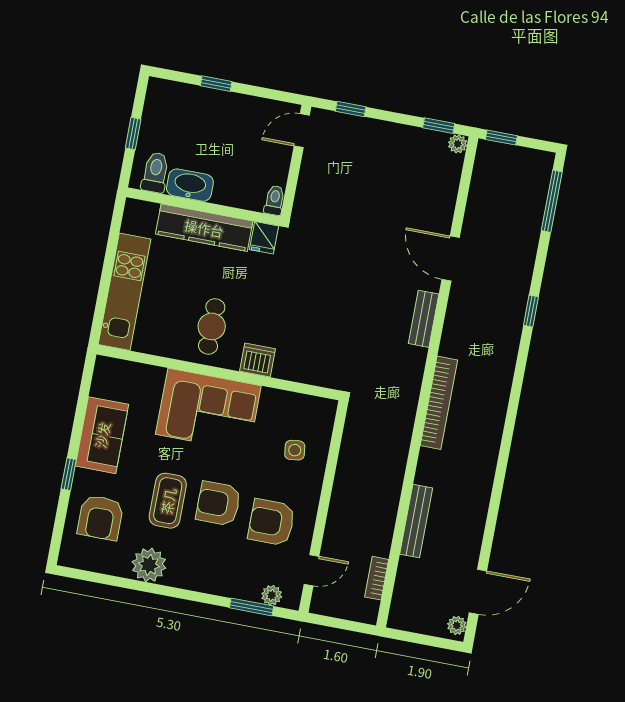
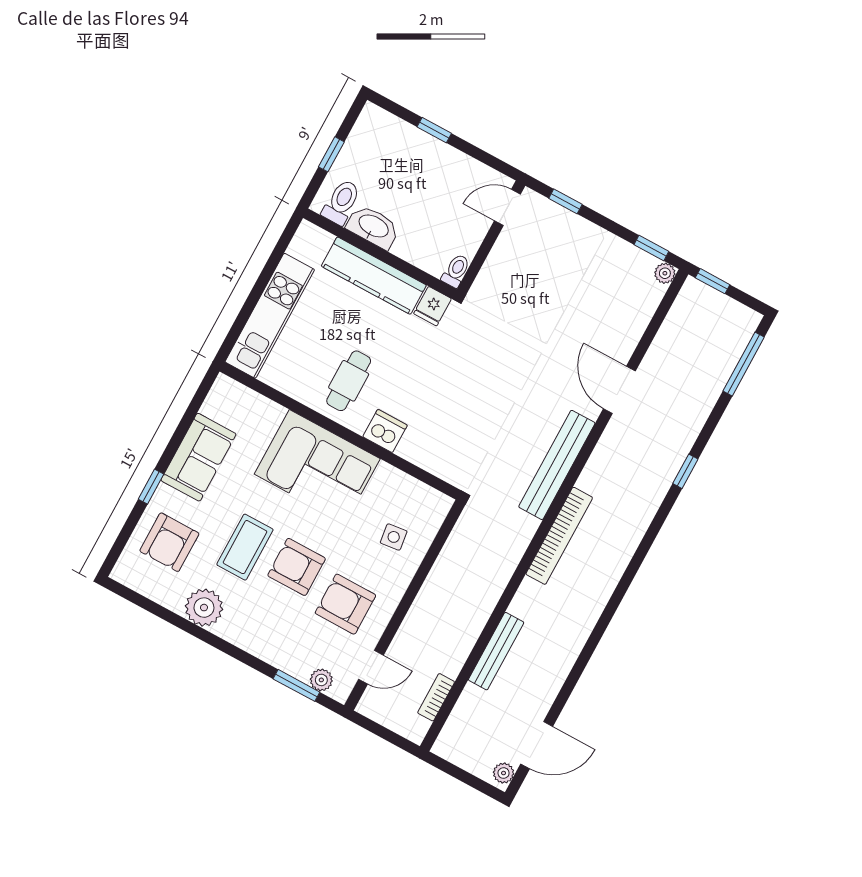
bench: (424, 319) -> (557, 465), width x1.86, depth x1.21

